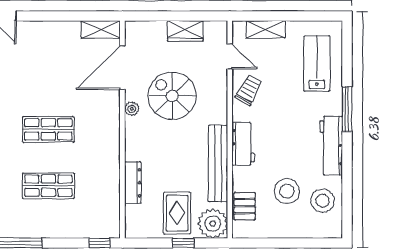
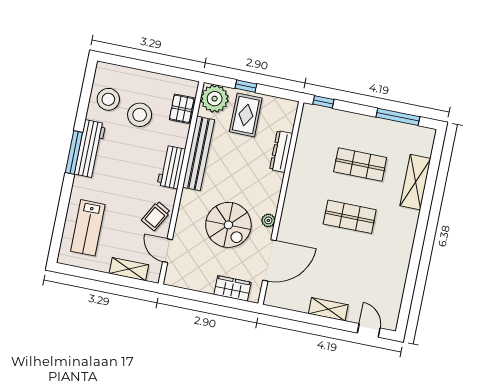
shelving: (101, 29) -> (328, 309), moved
wardrobe: (185, 31) -> (233, 288), moved
window: (347, 109) -> (74, 153), moved

